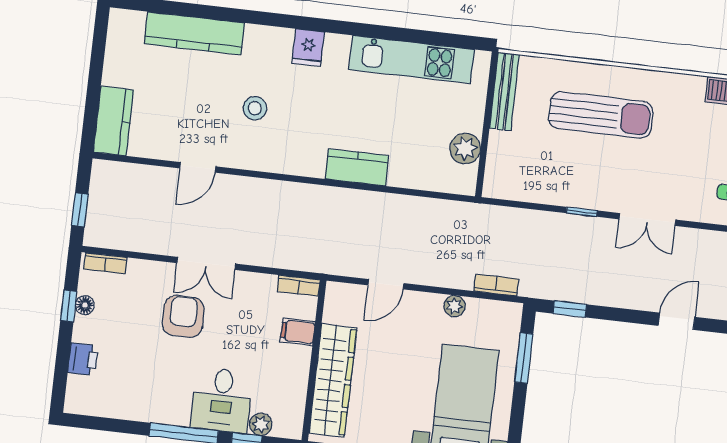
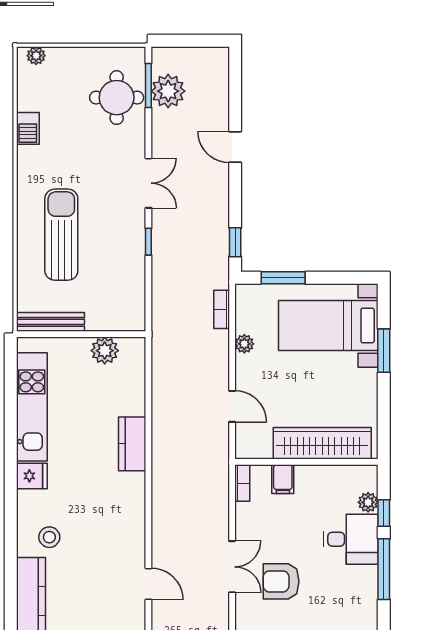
fridge: (308, 48) -> (32, 476), moved
stool: (255, 108) -> (49, 537), moved

